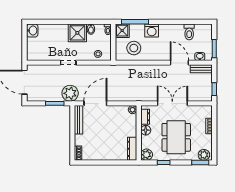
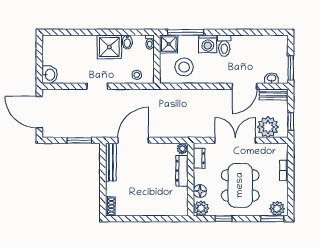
washbasin: (32, 31) -> (50, 75), moved
toilet: (189, 32) -> (224, 46), moved
door: (179, 63) -> (245, 86), swing flipped
plant: (70, 93) -> (268, 127), moved
floor lamp: (146, 130) -> (200, 191), moved
dresser: (132, 149) -> (182, 171), moved

